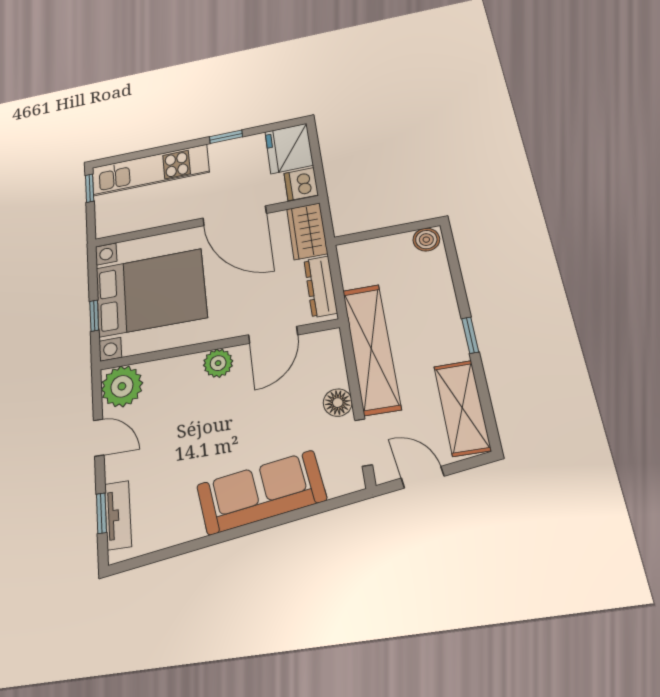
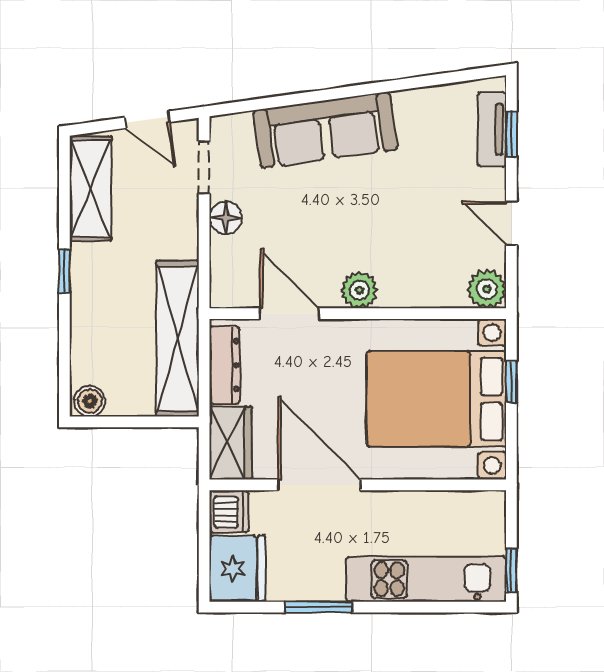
window: (226, 137) -> (319, 607), width x1.50
door: (273, 335) -> (290, 314), hinge flipped
shelving: (371, 349) -> (178, 338), moved
plant: (122, 386) -> (487, 289), width x0.73, depth x0.73

